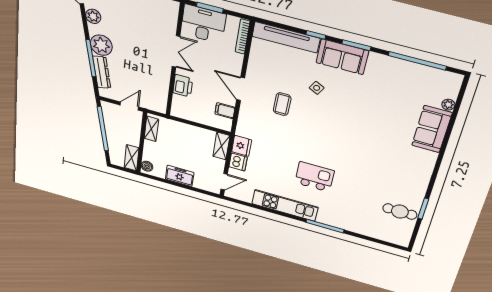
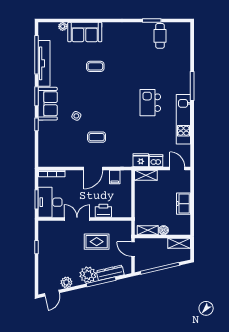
tv unit: (286, 37) -> (44, 63), moved
rug: (143, 67) -> (97, 242), added
coffee table: (380, 129) -> (95, 66), added
boiler: (147, 166) -> (164, 230), moved

